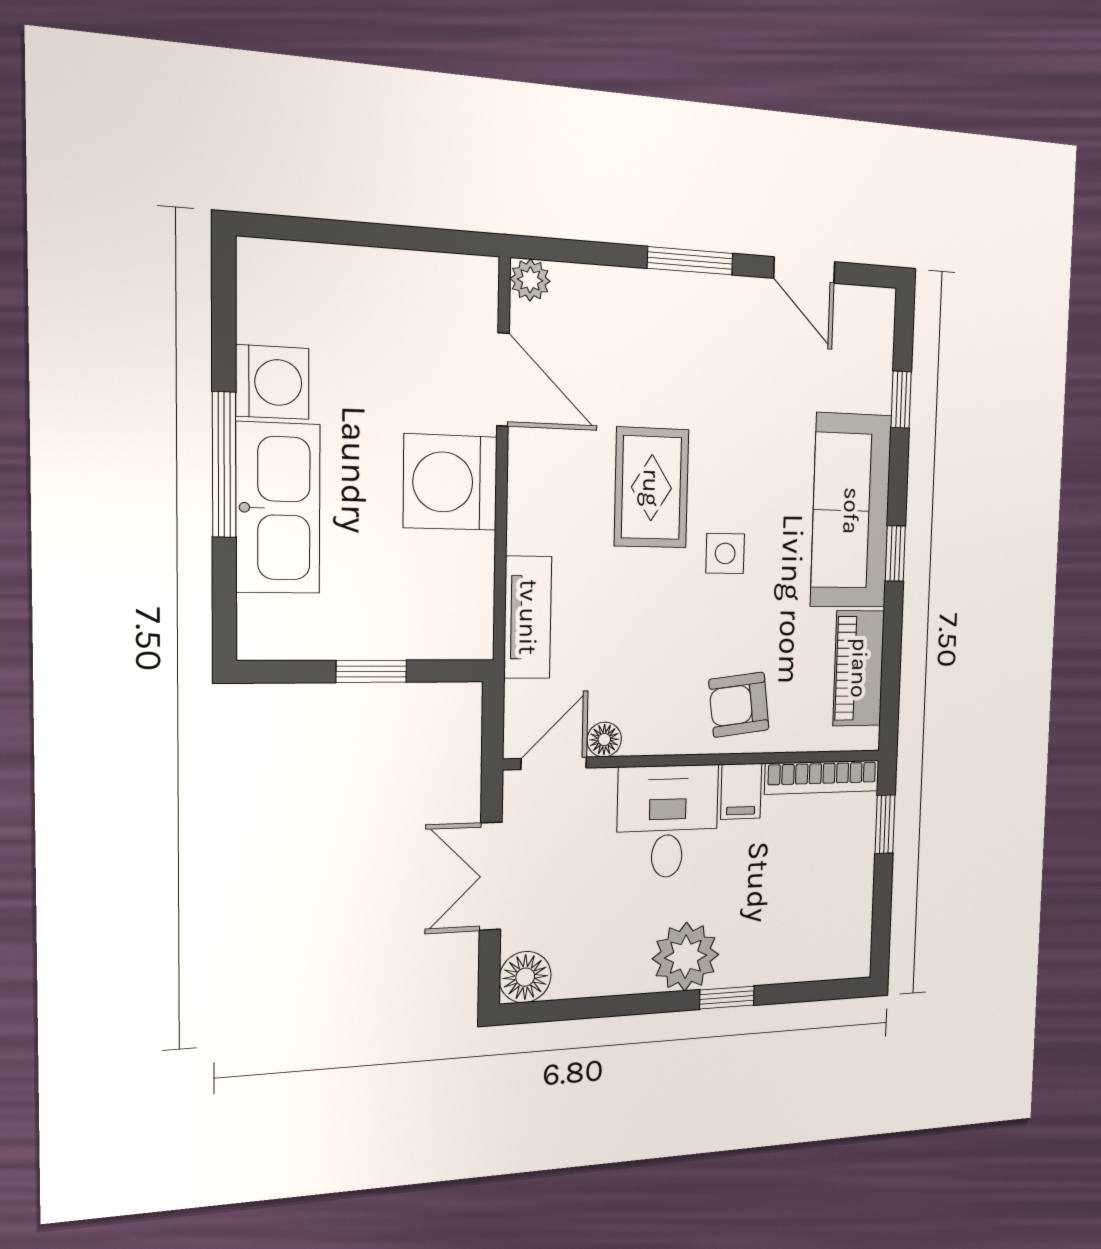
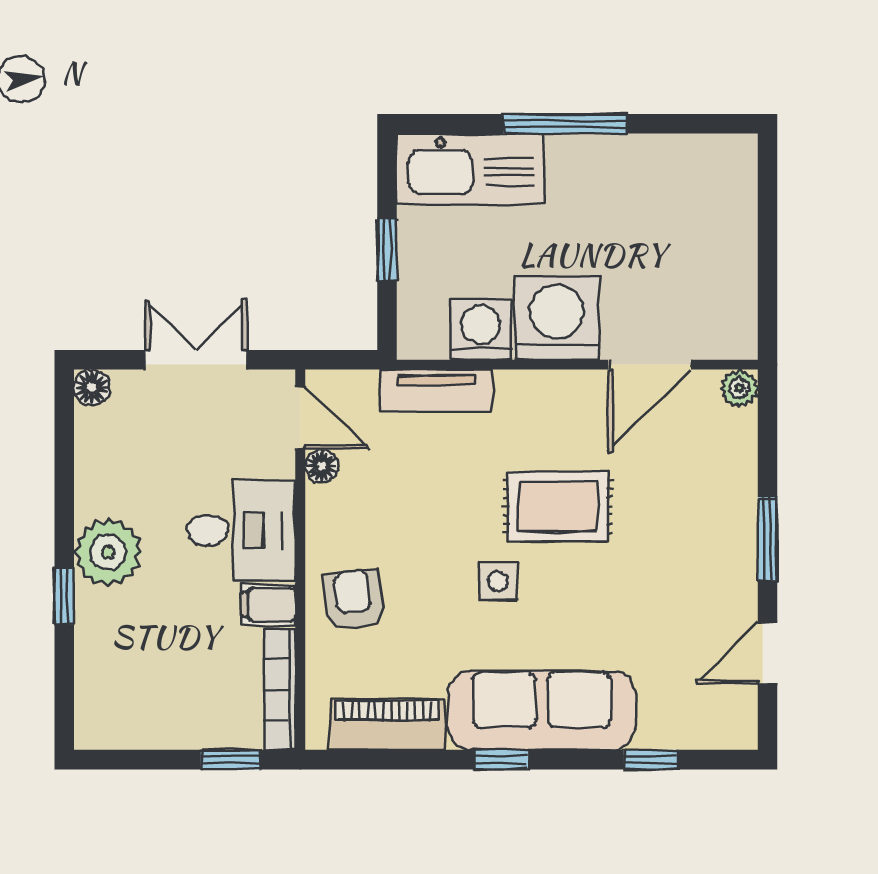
washing machine: (272, 382) -> (481, 329), moved, turned 180
kitchen sink: (278, 508) -> (470, 169), moved
floor lamp: (525, 977) -> (92, 387), width x0.73, depth x0.73

